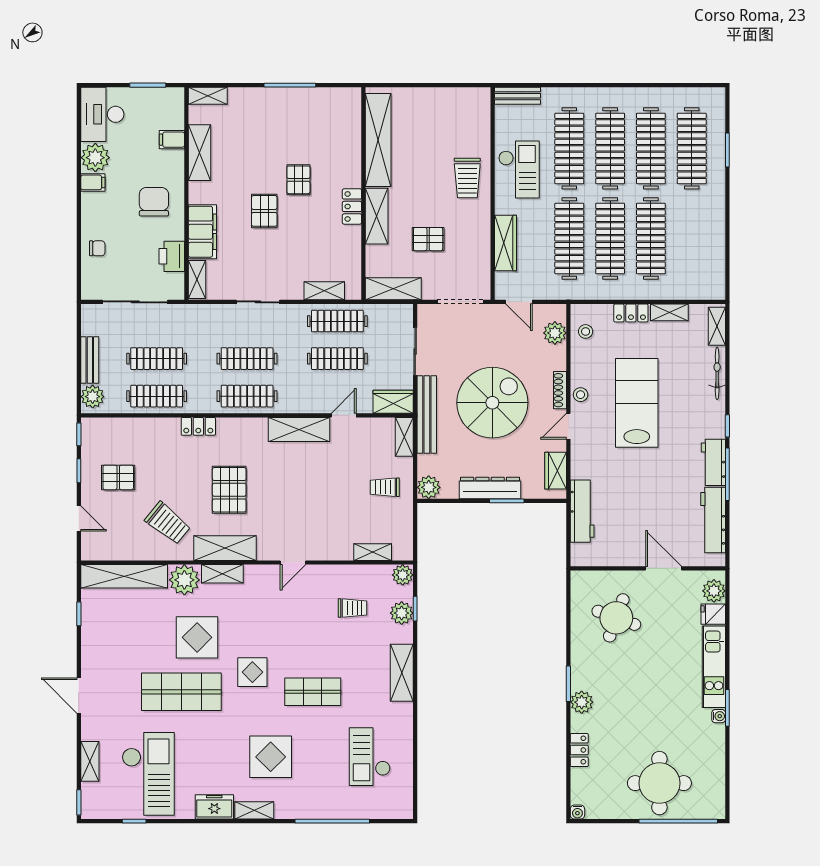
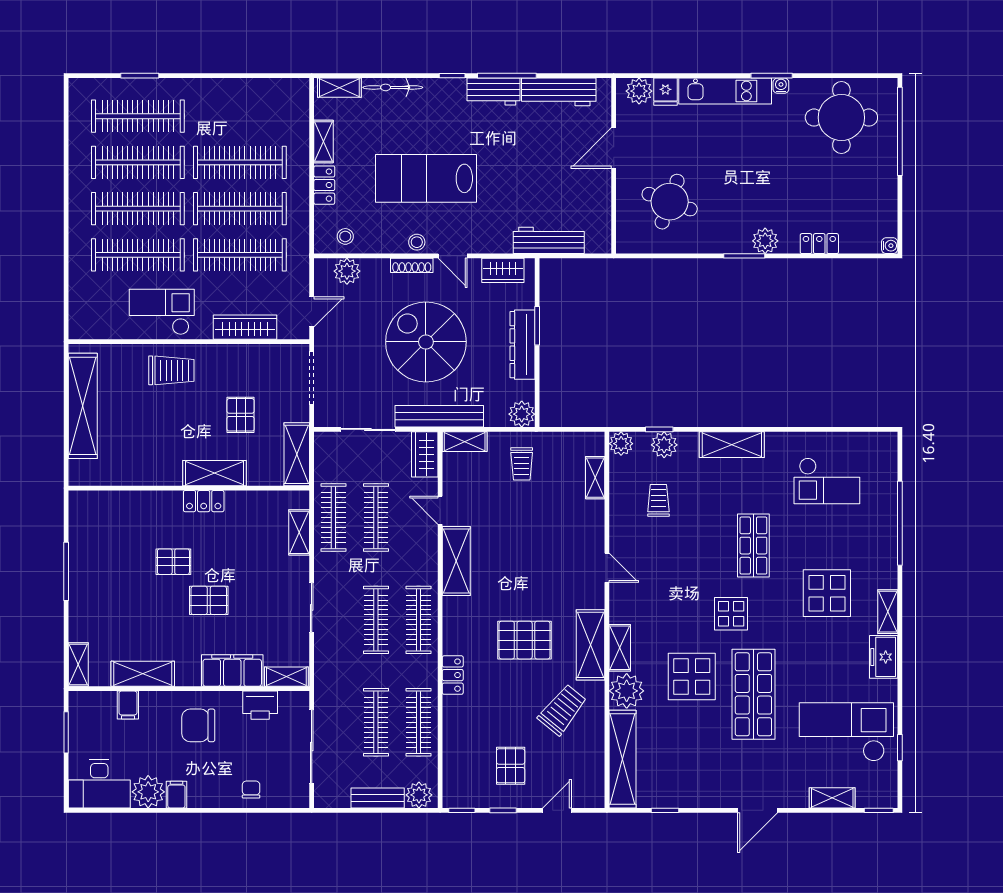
bench: (517, 96) -> (78, 314), removed
shelving: (378, 140) -> (83, 406), moved, turned 90
round table: (659, 783) -> (841, 118), moved

